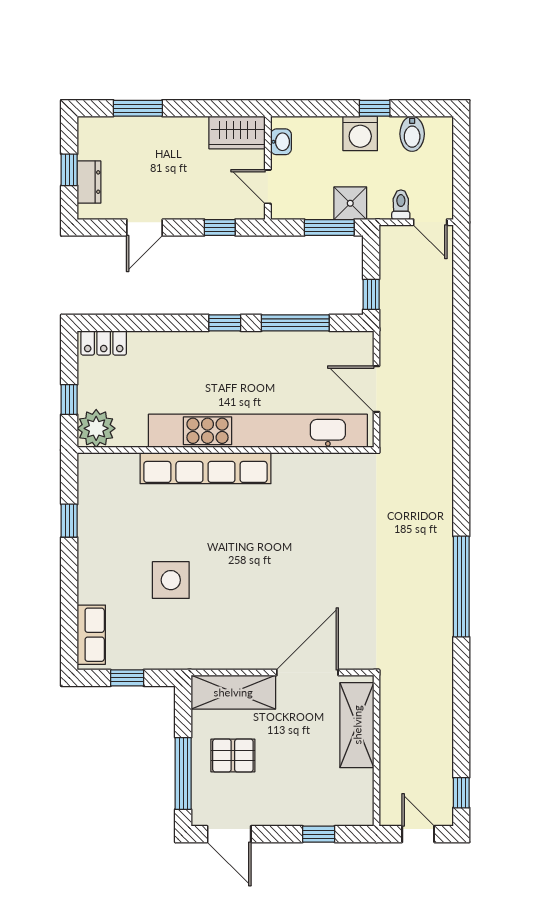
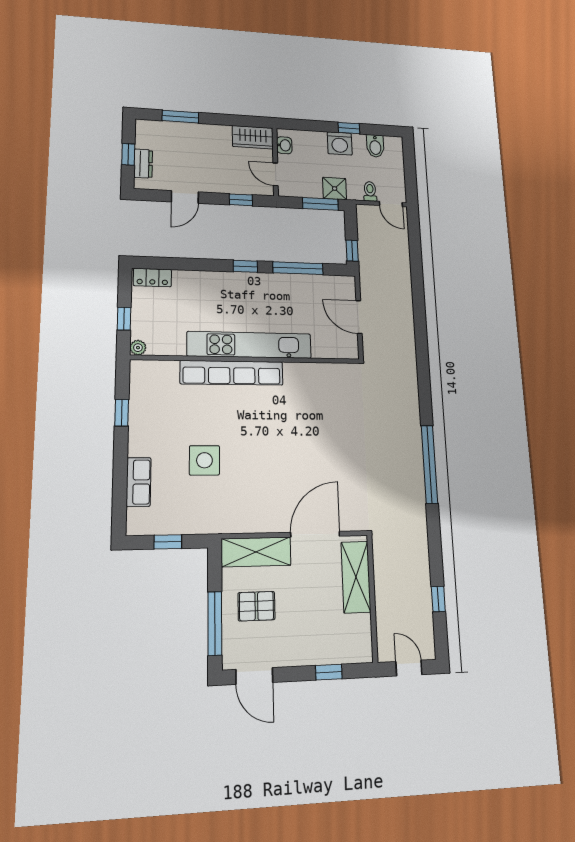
plant: (96, 428) -> (138, 348), width x0.53, depth x0.53
kitchen unit: (258, 431) -> (249, 345), width x0.73
row of seats: (91, 635) -> (139, 482), moved
window: (461, 793) -> (438, 599), moved

